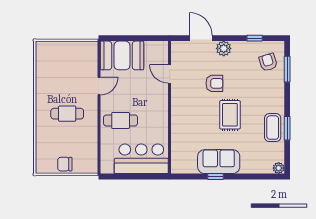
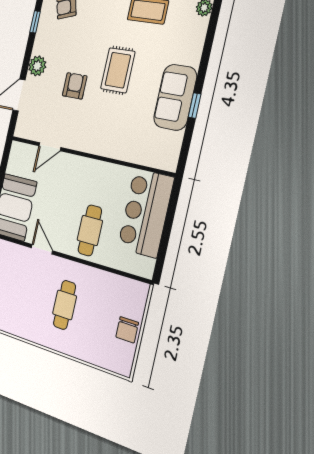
rug: (230, 115) -> (118, 70), turned 90

